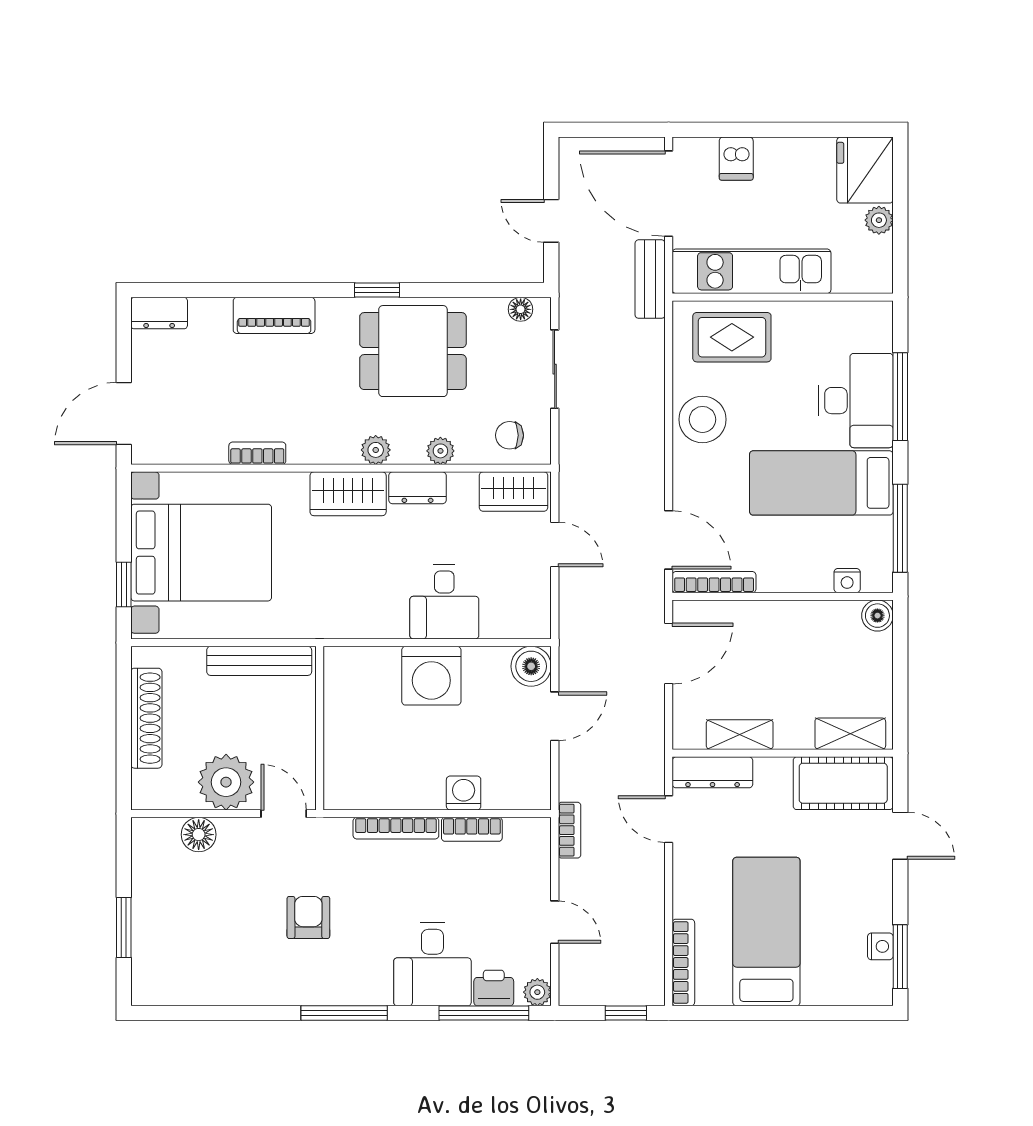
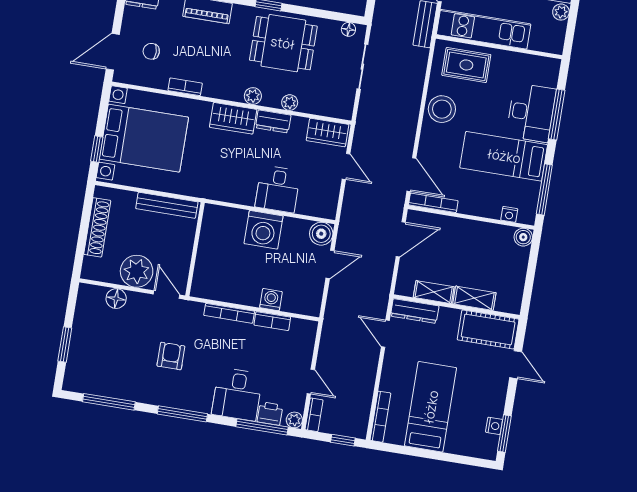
chair: (509, 435) -> (151, 51), moved
shelving: (850, 734) -> (474, 298), moved
bookcase: (570, 830) -> (314, 415), moved
window: (215, 1013) -> (109, 402), added

